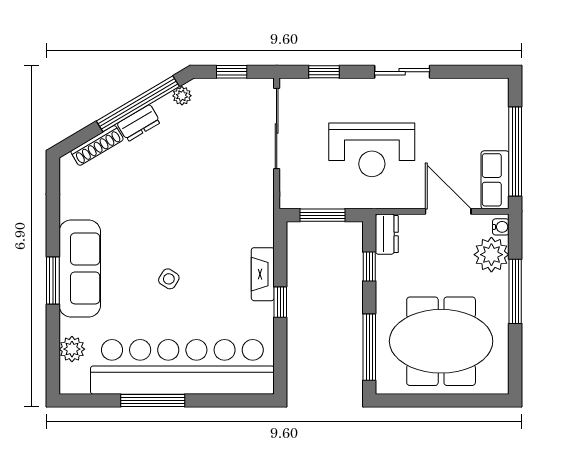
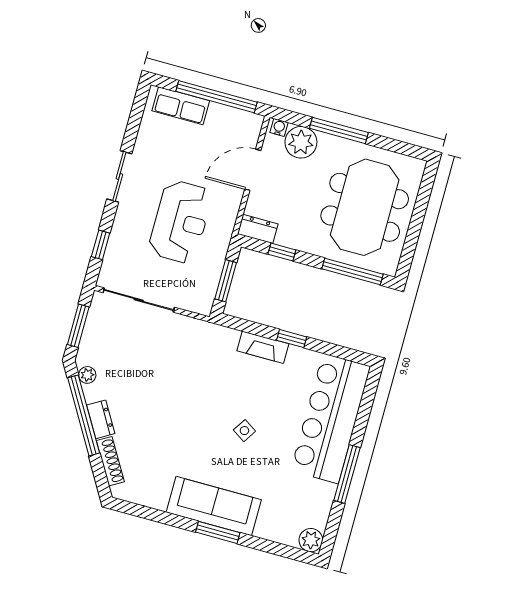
window: (232, 72) -> (78, 326), width x1.50
row of seats: (495, 180) -> (181, 106), moved
plant: (72, 349) -> (311, 540), moved
bar counter: (182, 367) -> (331, 419), width x0.73

